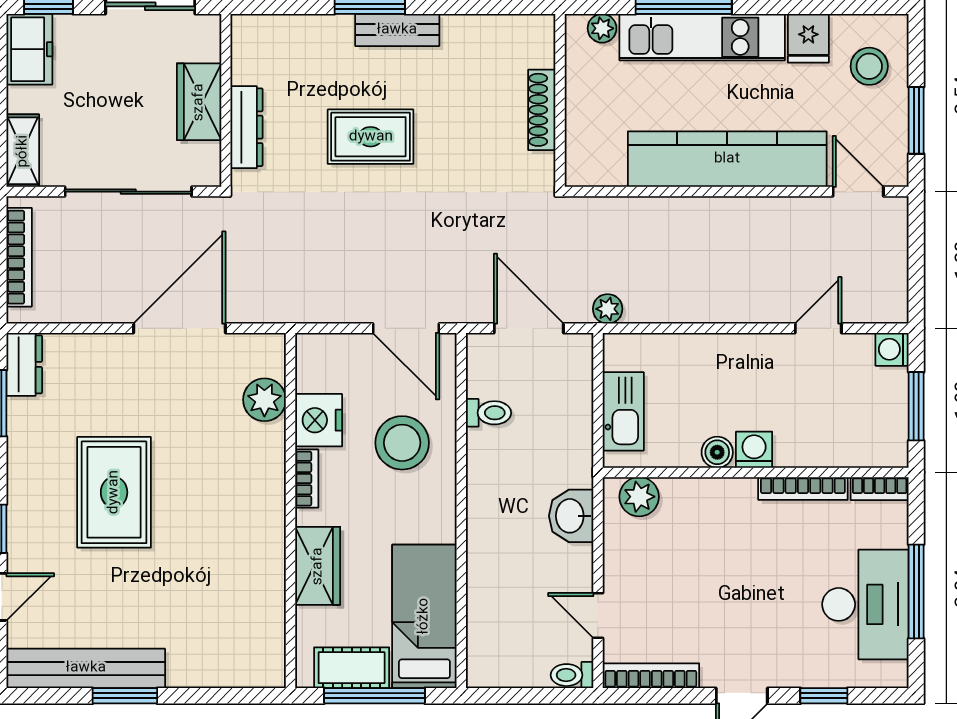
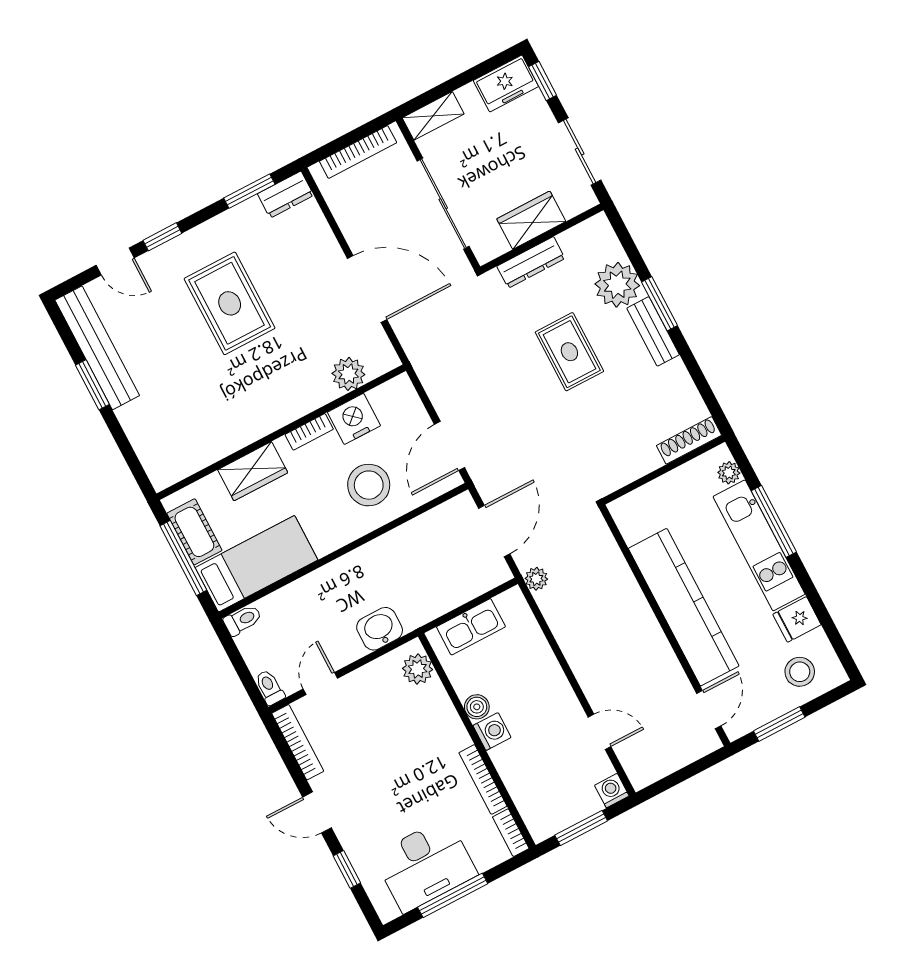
plant: (323, 43) -> (617, 285), added
shoe rack: (542, 110) -> (689, 440), moved
toilet: (488, 413) -> (243, 620), moved, turned -90
rug: (114, 492) -> (230, 303), turned 90

